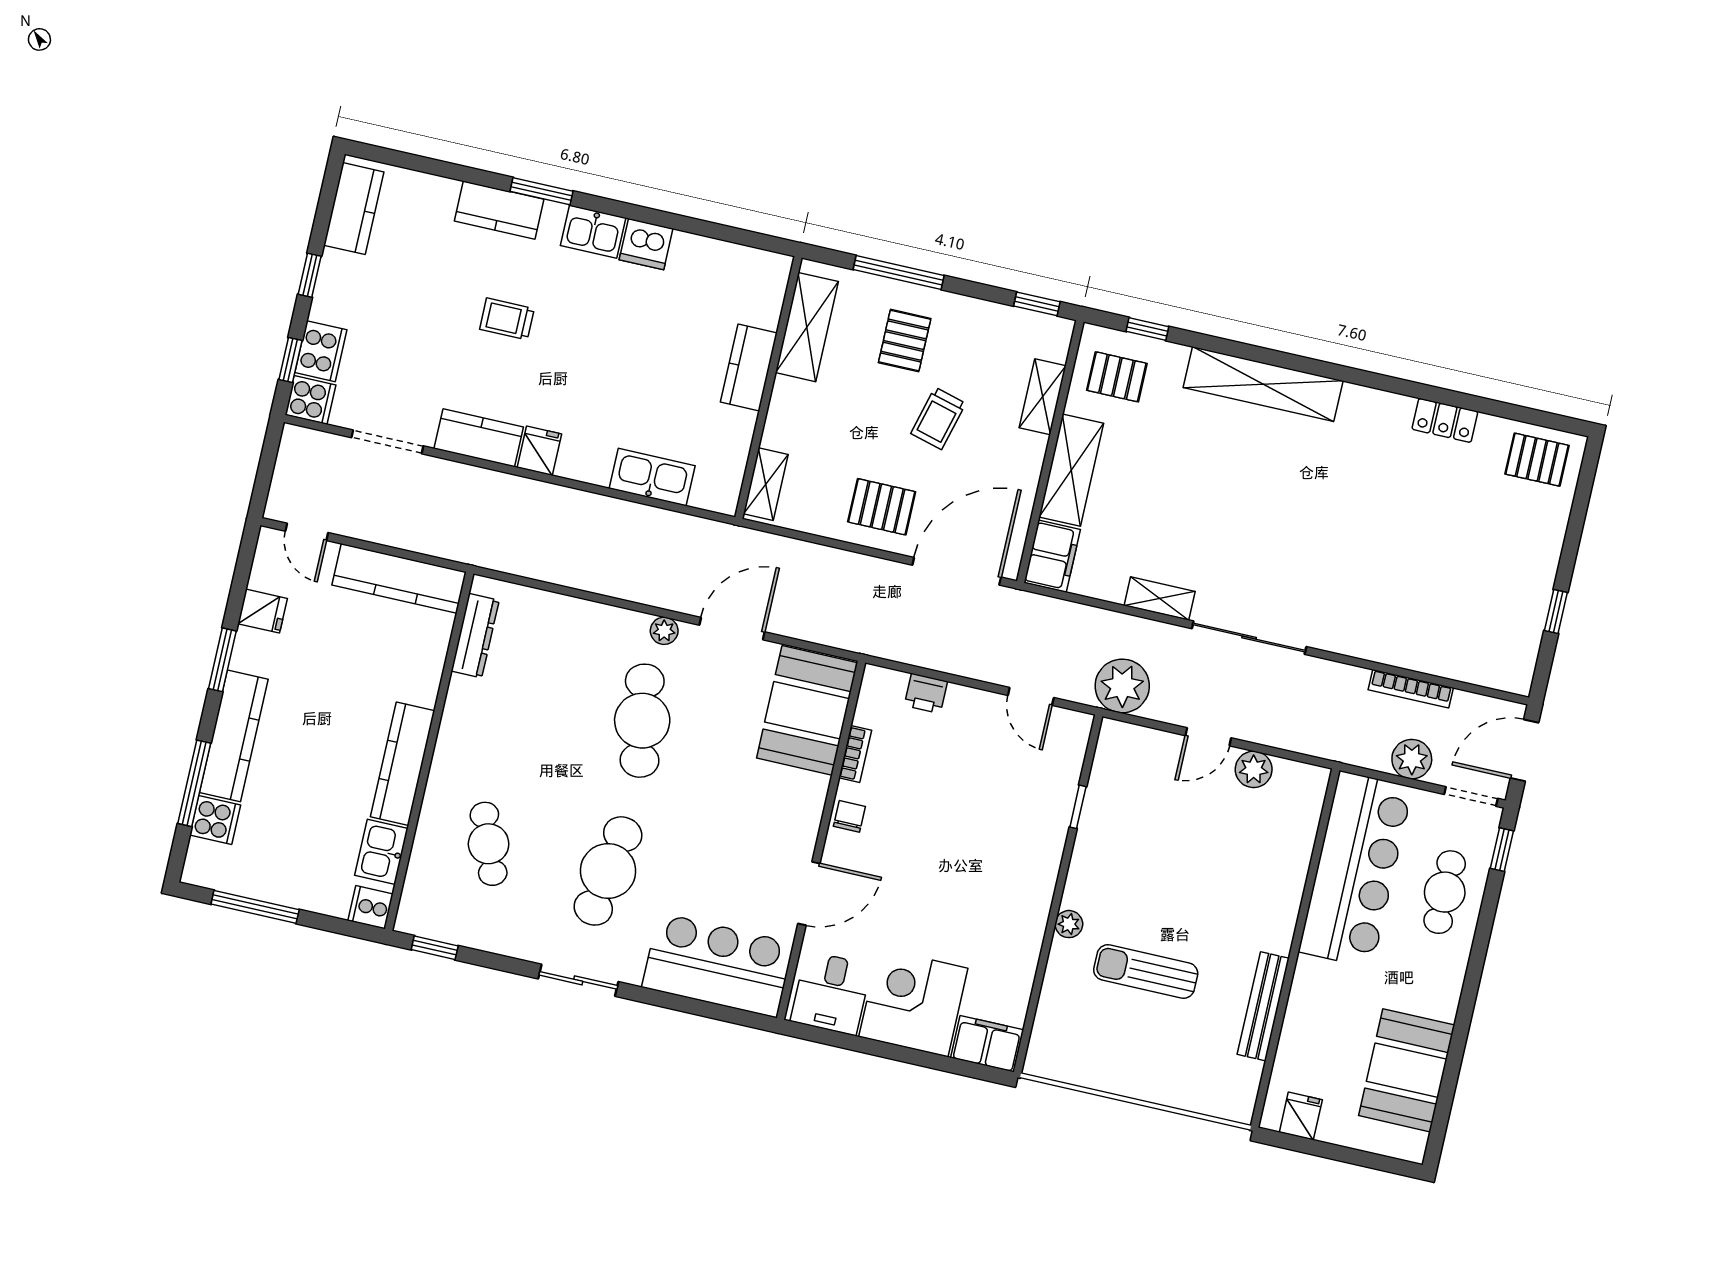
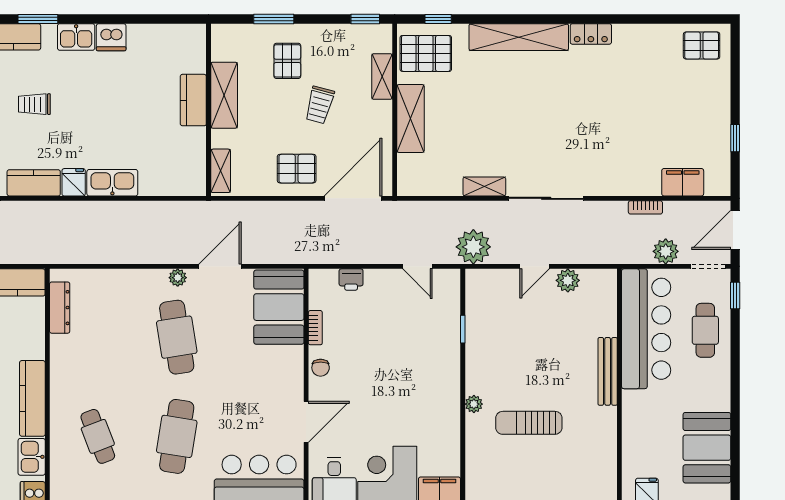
window: (899, 272) -> (274, 19), width x0.69
shelving: (807, 327) -> (224, 95), moved
pallet: (1117, 377) -> (426, 53), width x1.50, depth x1.42
locker: (1445, 420) -> (591, 34), moved
kitchen sink: (652, 477) -> (112, 183), moved
filing cabinet: (1052, 556) -> (683, 182), moved, turned -90
bookcase: (1411, 689) -> (645, 207), width x0.64
chair: (849, 816) -> (321, 368), turned 180
bench: (1263, 1006) -> (608, 371), moved

